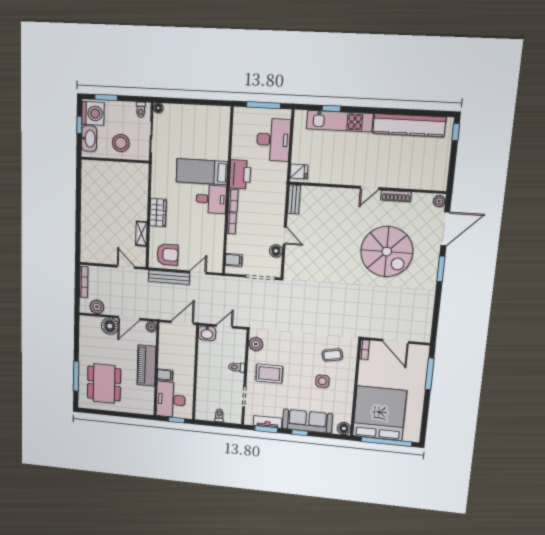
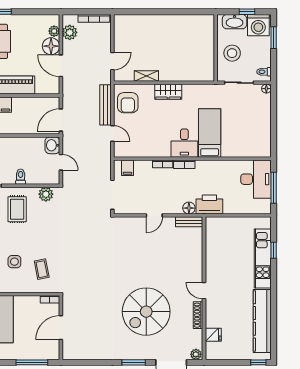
desk: (273, 140) -> (256, 179), moved, turned -90
fridge: (299, 172) -> (213, 335), moved, turned -90
printer: (240, 174) -> (209, 205), moved, turned 180
floor lamp: (276, 251) -> (189, 208), moved
door: (182, 323) -> (61, 120), swing flipped
plant: (151, 327) -> (54, 31), moved

